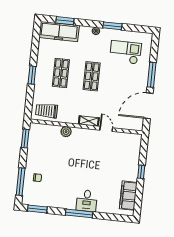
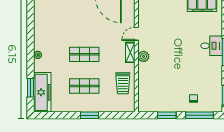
window: (112, 26) -> (31, 39), removed
checkout: (125, 52) -> (56, 22), removed
trolley: (47, 111) -> (123, 83), moved
plant: (66, 132) -> (144, 56), moved
window: (25, 139) -> (167, 115), moved

